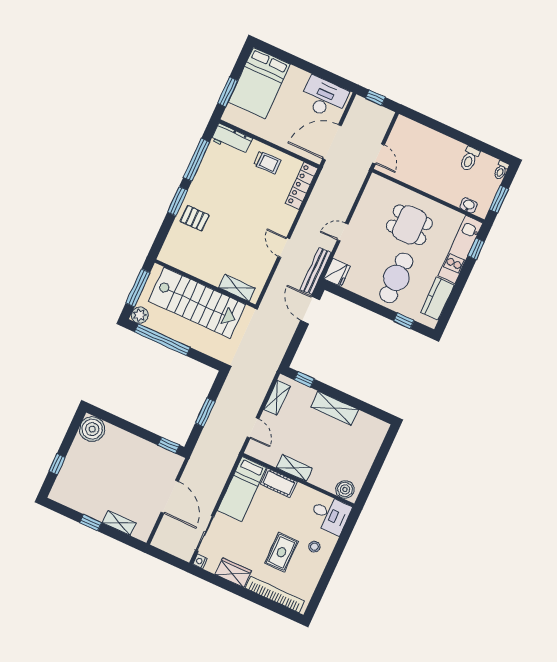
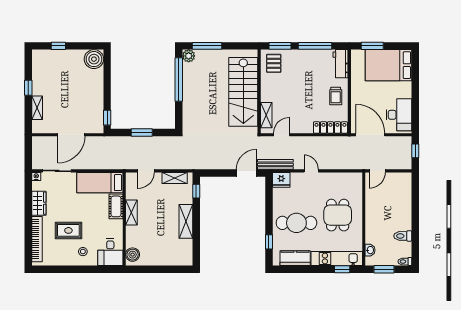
wall: (205, 284) -> (259, 91), moved
shelving: (237, 288) -> (266, 115), moved
stairs: (197, 303) -> (243, 92), moved

